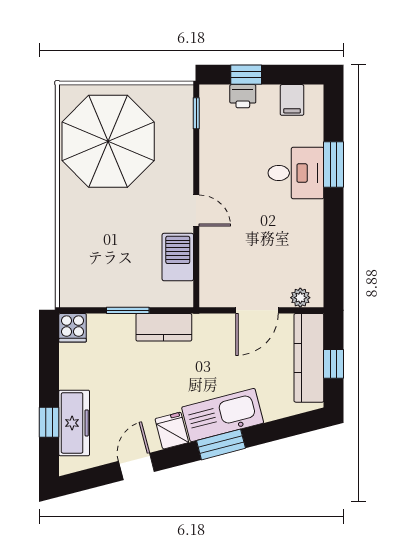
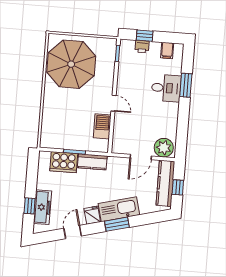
plant: (300, 298) -> (164, 148), width x1.88, depth x1.88
cooker: (73, 328) -> (64, 162), moved, width x1.87, depth x1.31

